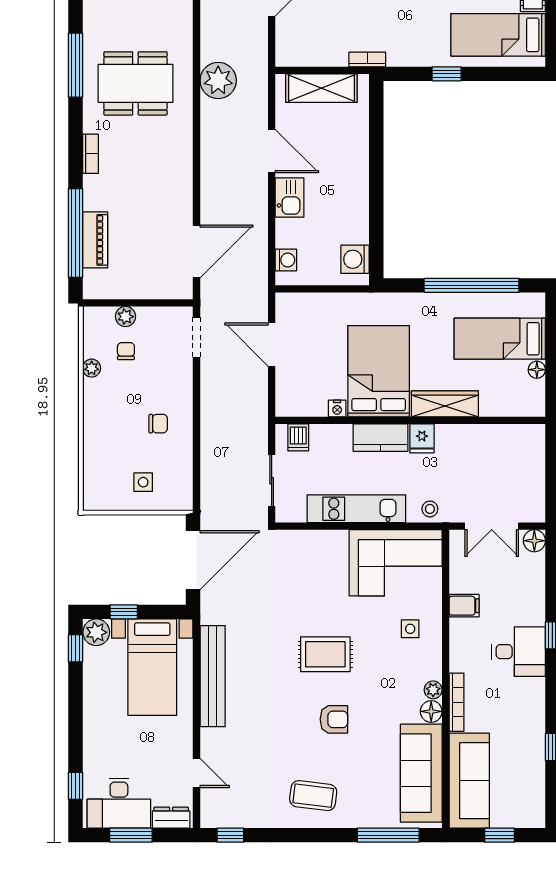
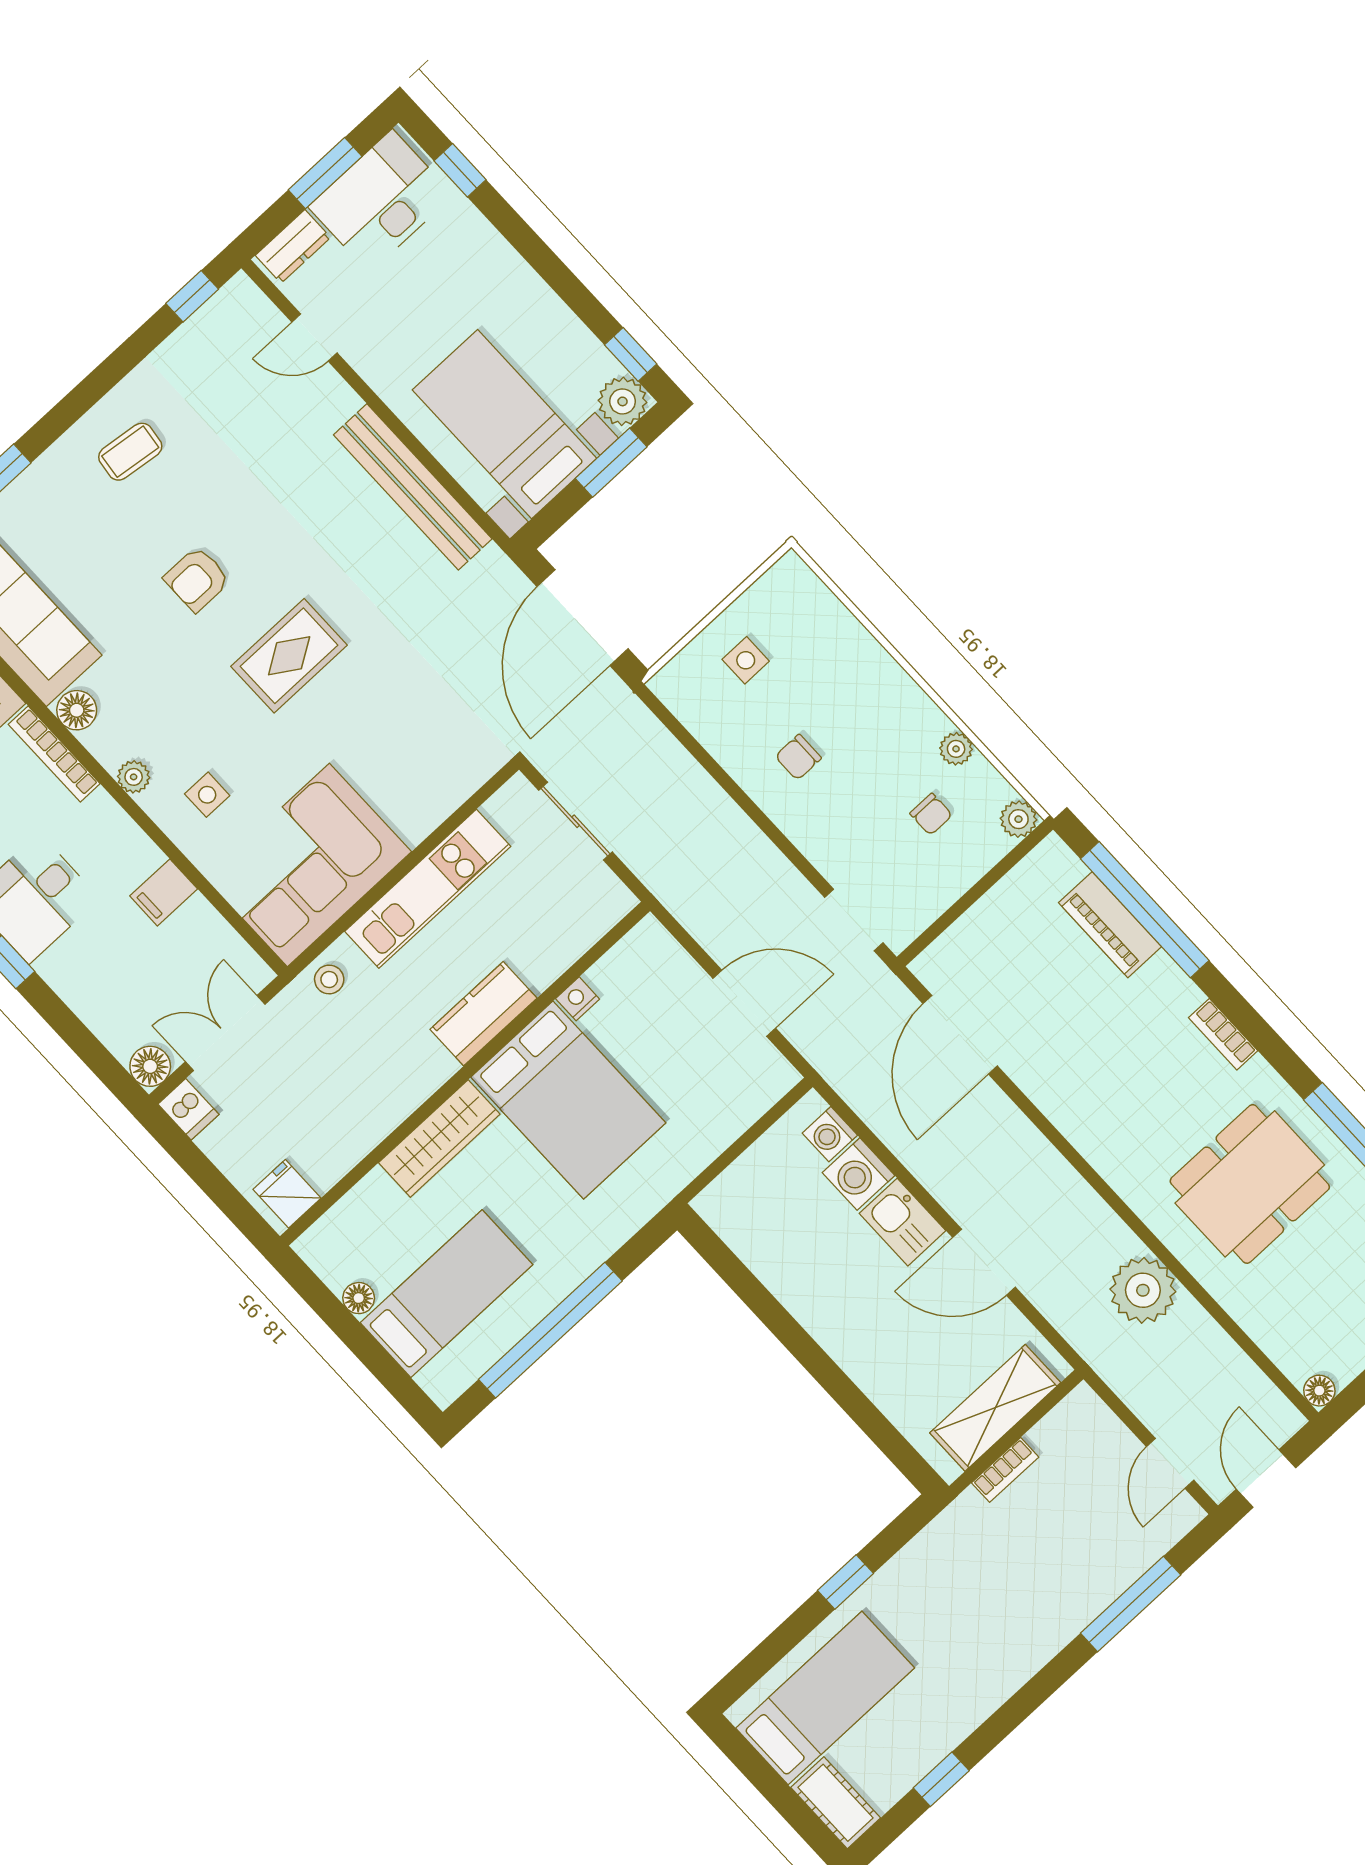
bookcase: (367, 59) -> (1005, 1470), moved
washing machine: (355, 259) -> (859, 1174), moved, turned 180
plant: (125, 317) -> (1018, 819), moved
dishwasher: (298, 437) -> (188, 1109), moved, turned 180
fridge: (422, 438) -> (287, 1194), moved
window: (124, 612) -> (611, 463), width x1.50
plant: (433, 690) -> (134, 777), moved
coffee table: (313, 796) -> (130, 452), width x0.73, depth x0.77

